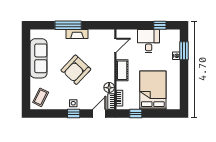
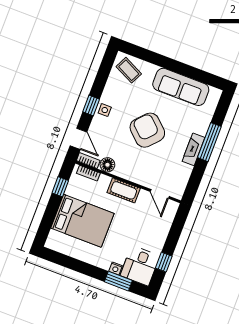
desk: (149, 41) -> (140, 266), moved, turned 90

